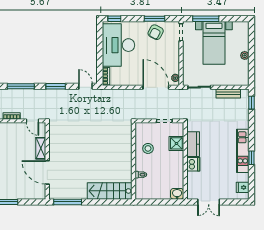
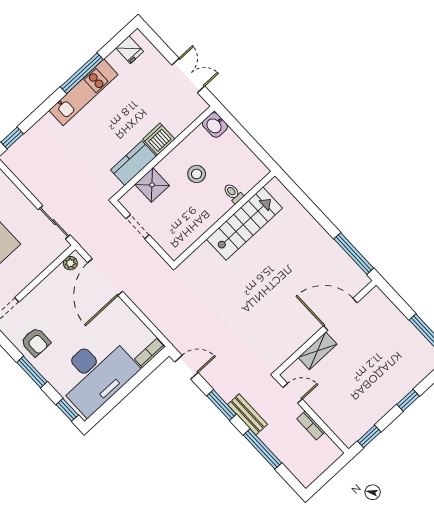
window: (155, 19) -> (32, 372), moved
armchair: (156, 32) -> (36, 342), turned 63
door: (85, 86) -> (186, 367), swing flipped
bench: (228, 93) -> (247, 414), moved
door: (33, 121) -> (293, 393), hinge flipped
stool: (148, 148) -> (197, 174), moved
window: (252, 158) -> (82, 73), width x2.17
door: (47, 172) -> (340, 314), swing flipped
stairs: (110, 191) -> (244, 224), moved, turned -90

